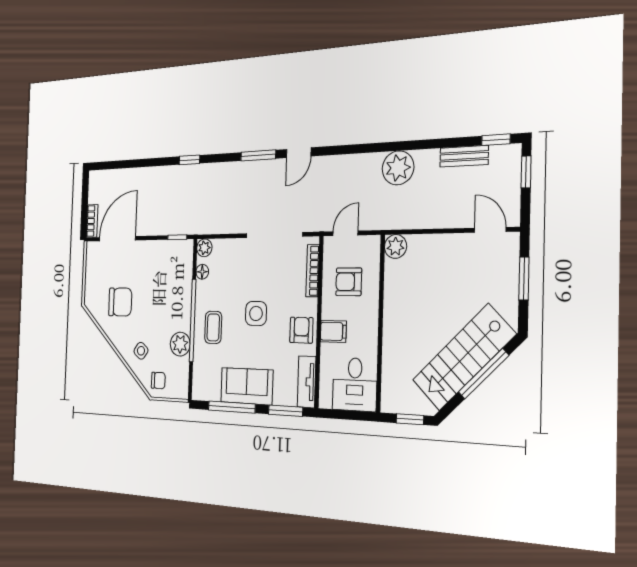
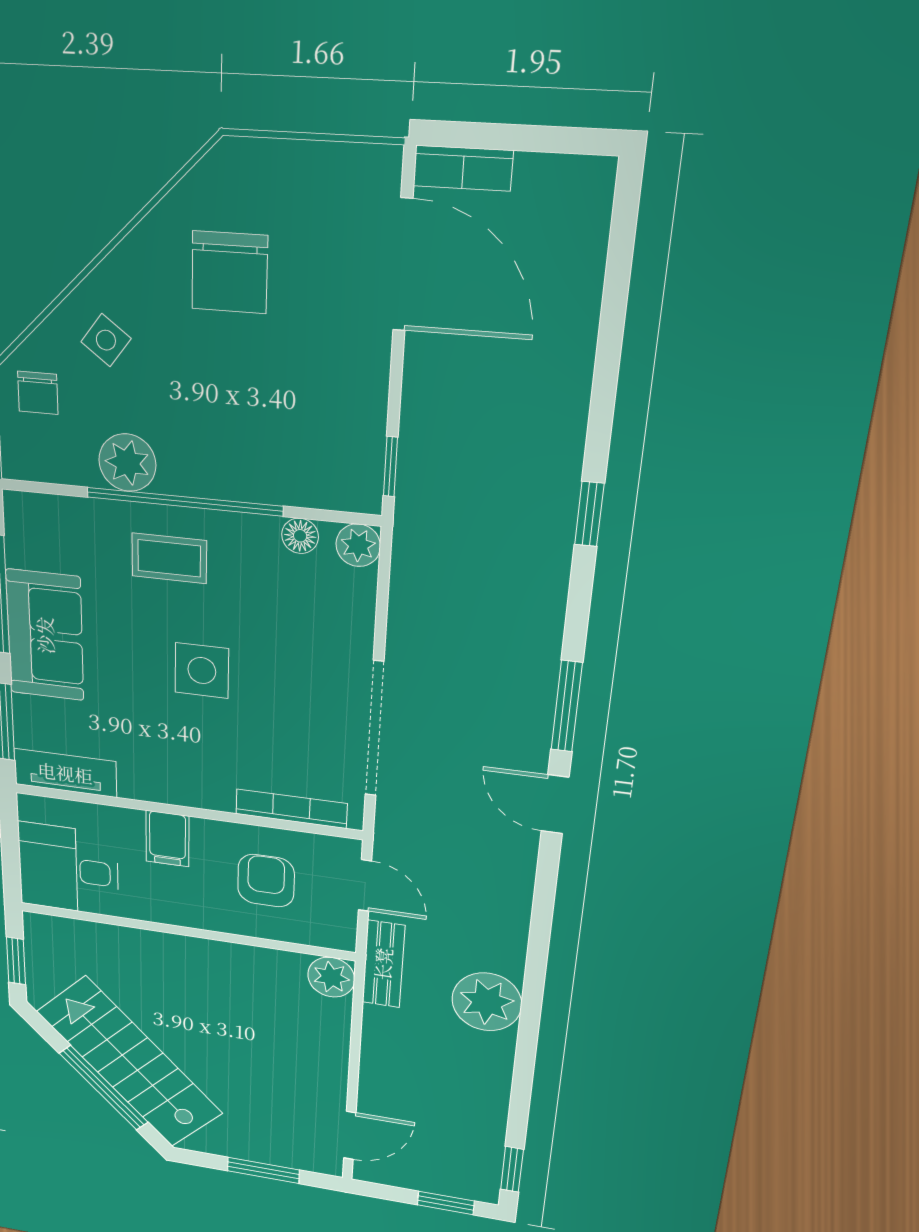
bench: (464, 156) -> (383, 964), moved
armchair: (301, 330) -> (168, 772), removed

